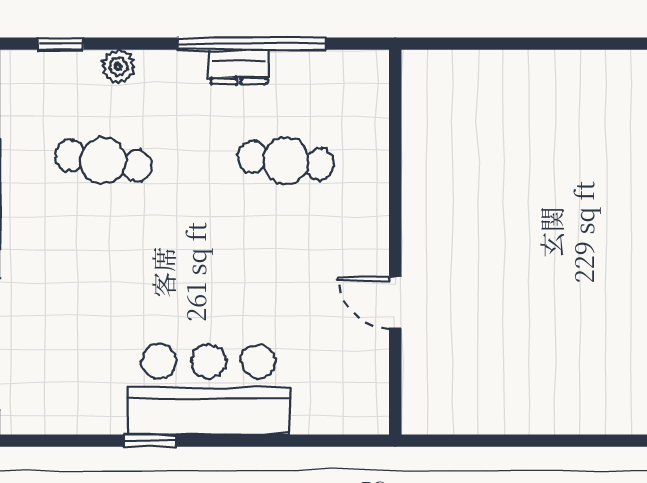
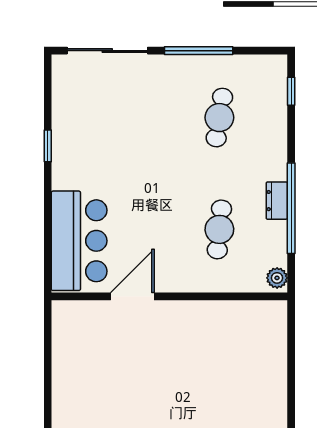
plant: (118, 67) -> (277, 278), moved
door: (395, 302) -> (132, 296), width x1.38
bar counter: (208, 389) -> (79, 241), moved

